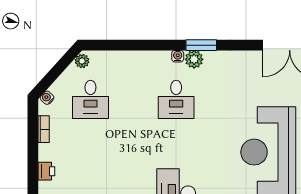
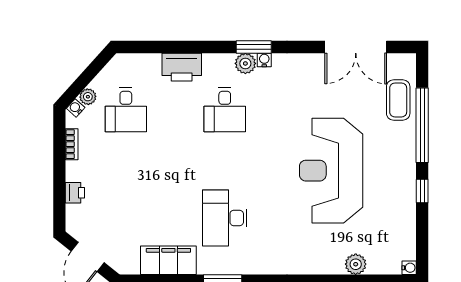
water cooler: (178, 56) -> (264, 60), moved
plant: (82, 61) -> (88, 97), moved
printer: (139, 62) -> (182, 67), added

